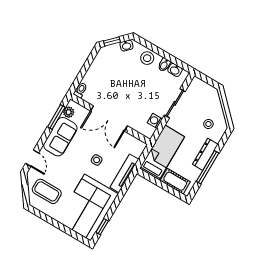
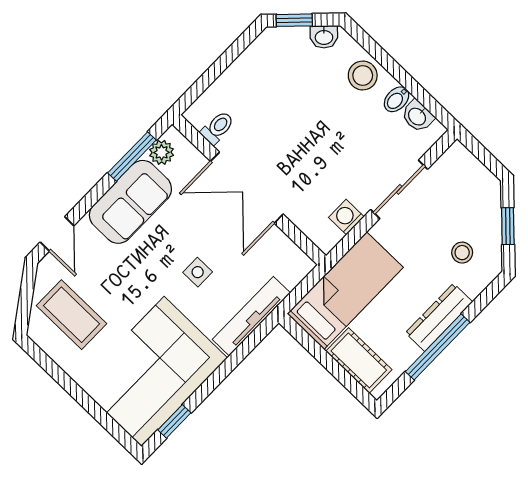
toilet: (80, 90) -> (217, 128), moved
window: (225, 108) -> (508, 226), added

